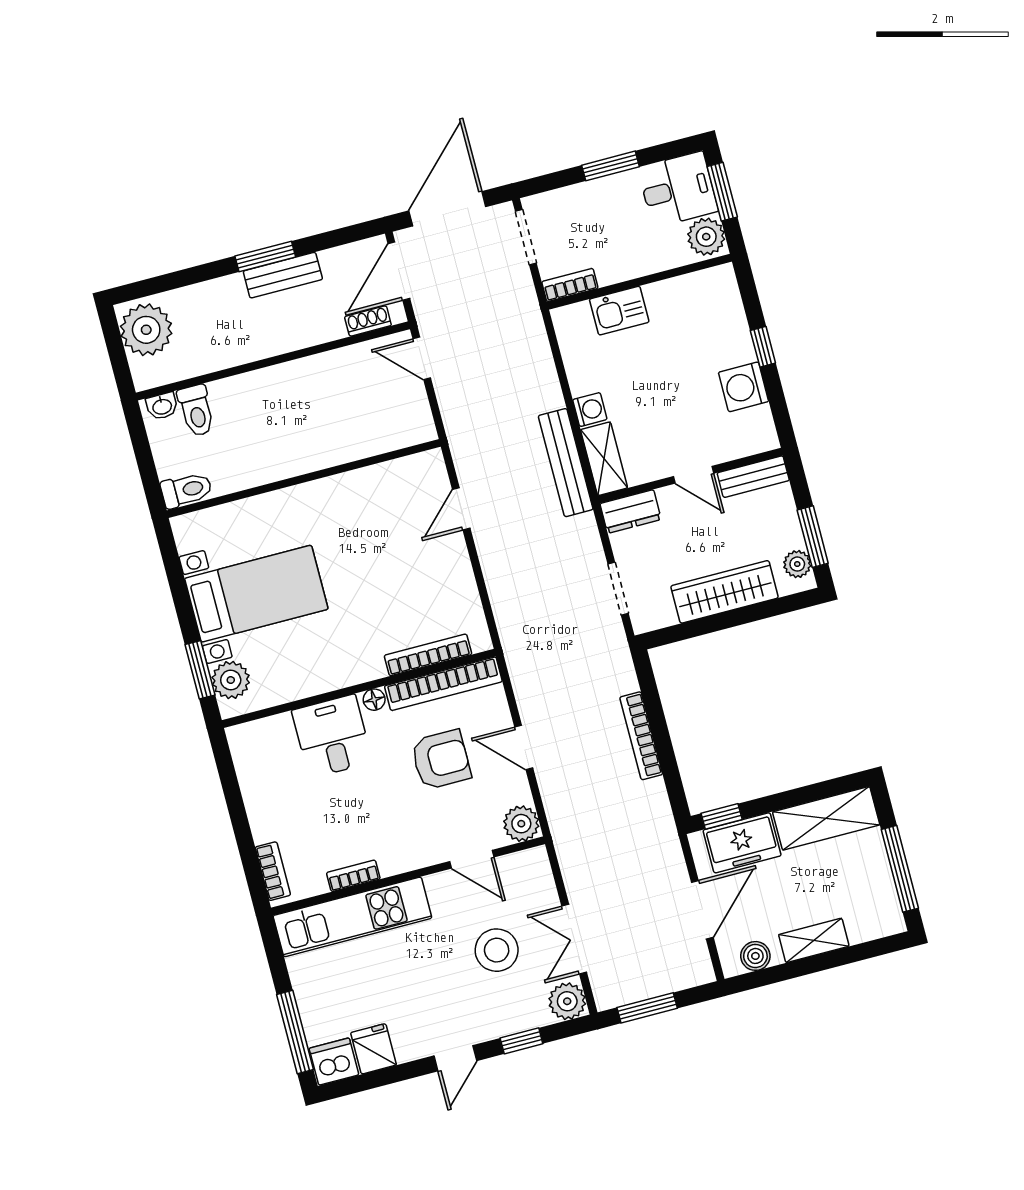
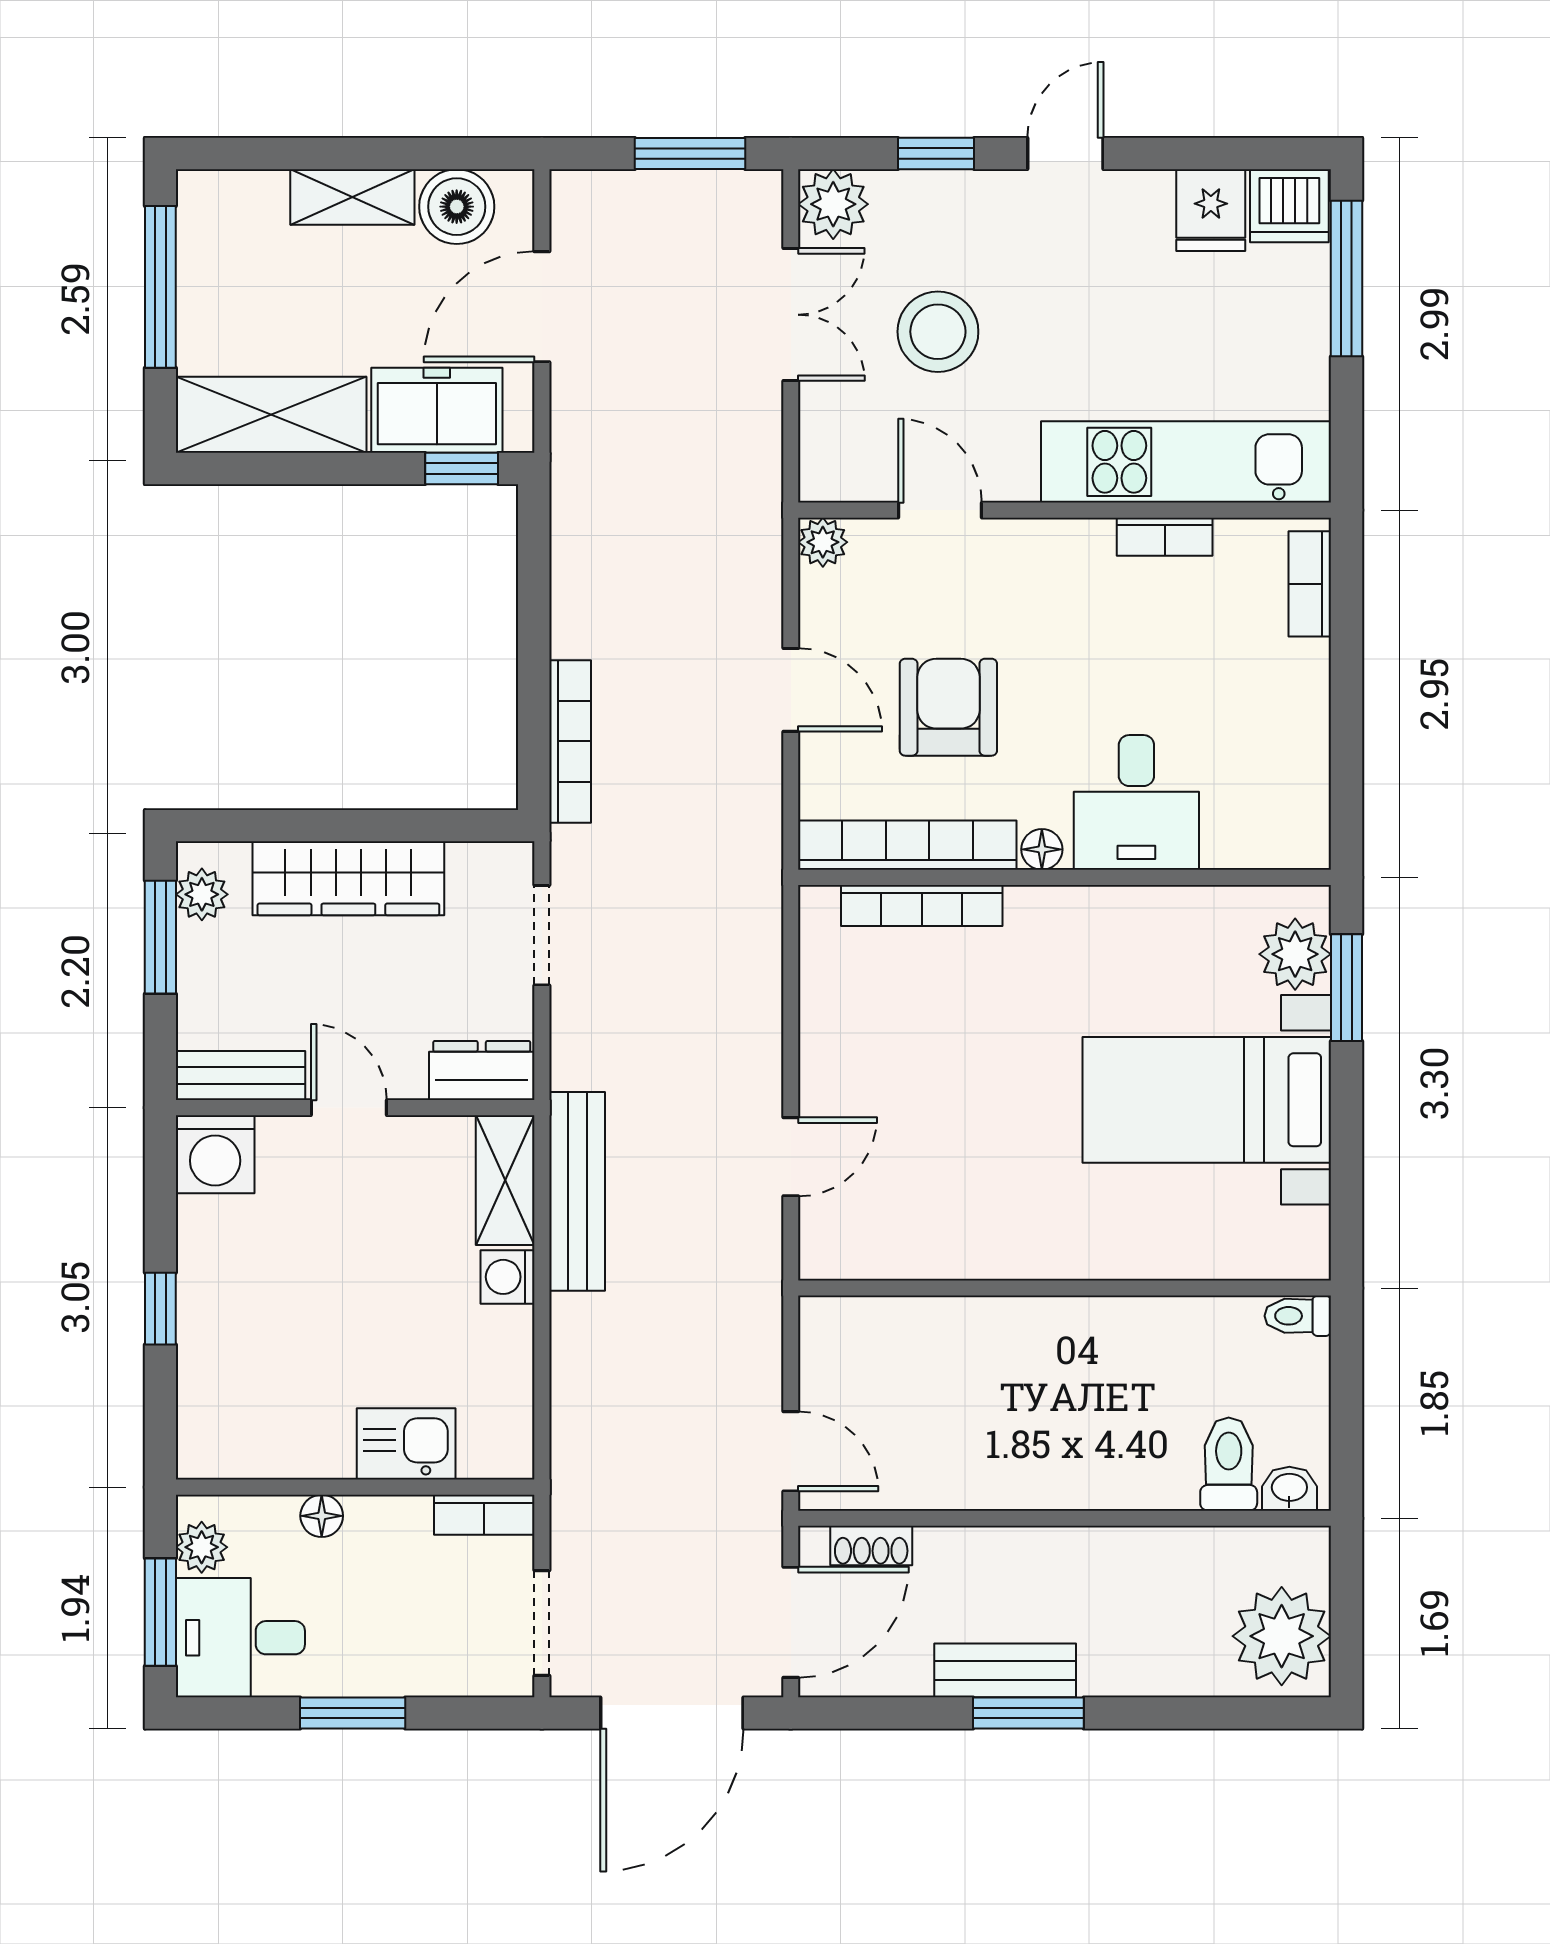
plant: (706, 237) -> (202, 1547), width x0.73, depth x0.73
floor lamp: (653, 263) -> (322, 1516), added
washing machine: (744, 387) -> (215, 1154), moved, turned 90
toilet: (186, 490) -> (1298, 1316), width x0.73, depth x0.72
bookcase: (641, 736) -> (570, 741), moved
armchair: (441, 760) -> (948, 707), turned 90
plant: (521, 824) -> (823, 542), width x0.73, depth x0.73
boiler: (755, 956) -> (457, 207), width x1.36, depth x1.36

